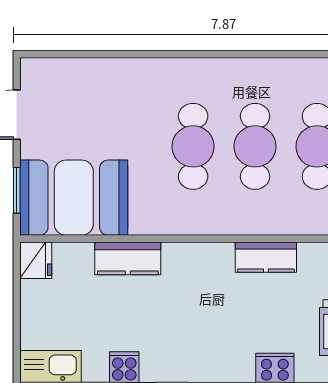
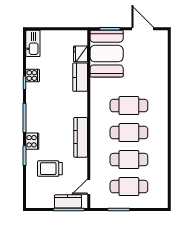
kitchen counter: (266, 257) -> (81, 137), width x1.50
fridge: (36, 260) -> (80, 54), moved, turned 90

